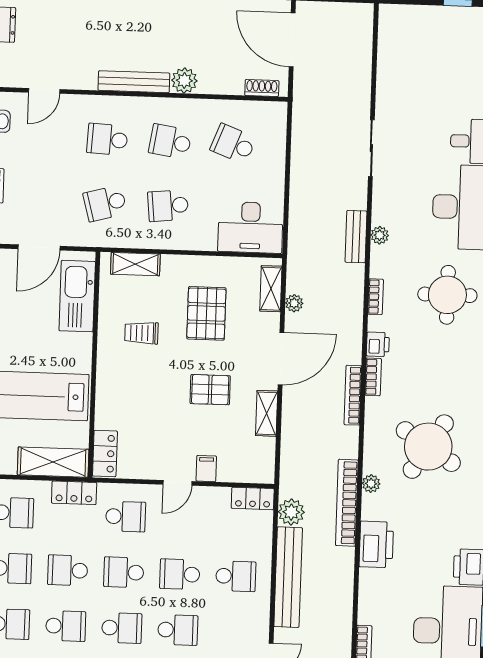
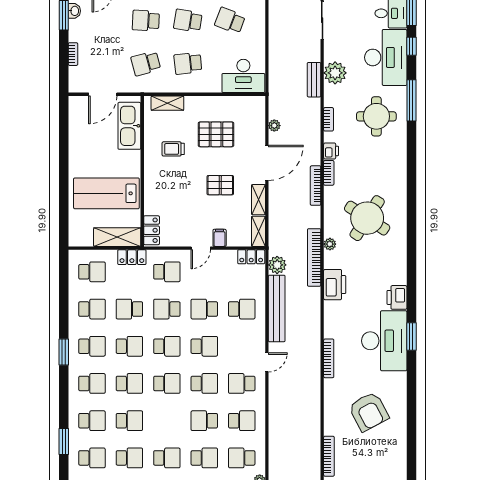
plant: (380, 235) -> (335, 73), width x1.87, depth x1.87
shelving: (271, 289) -> (258, 231), moved
pallet: (206, 313) -> (216, 134), turned 90

